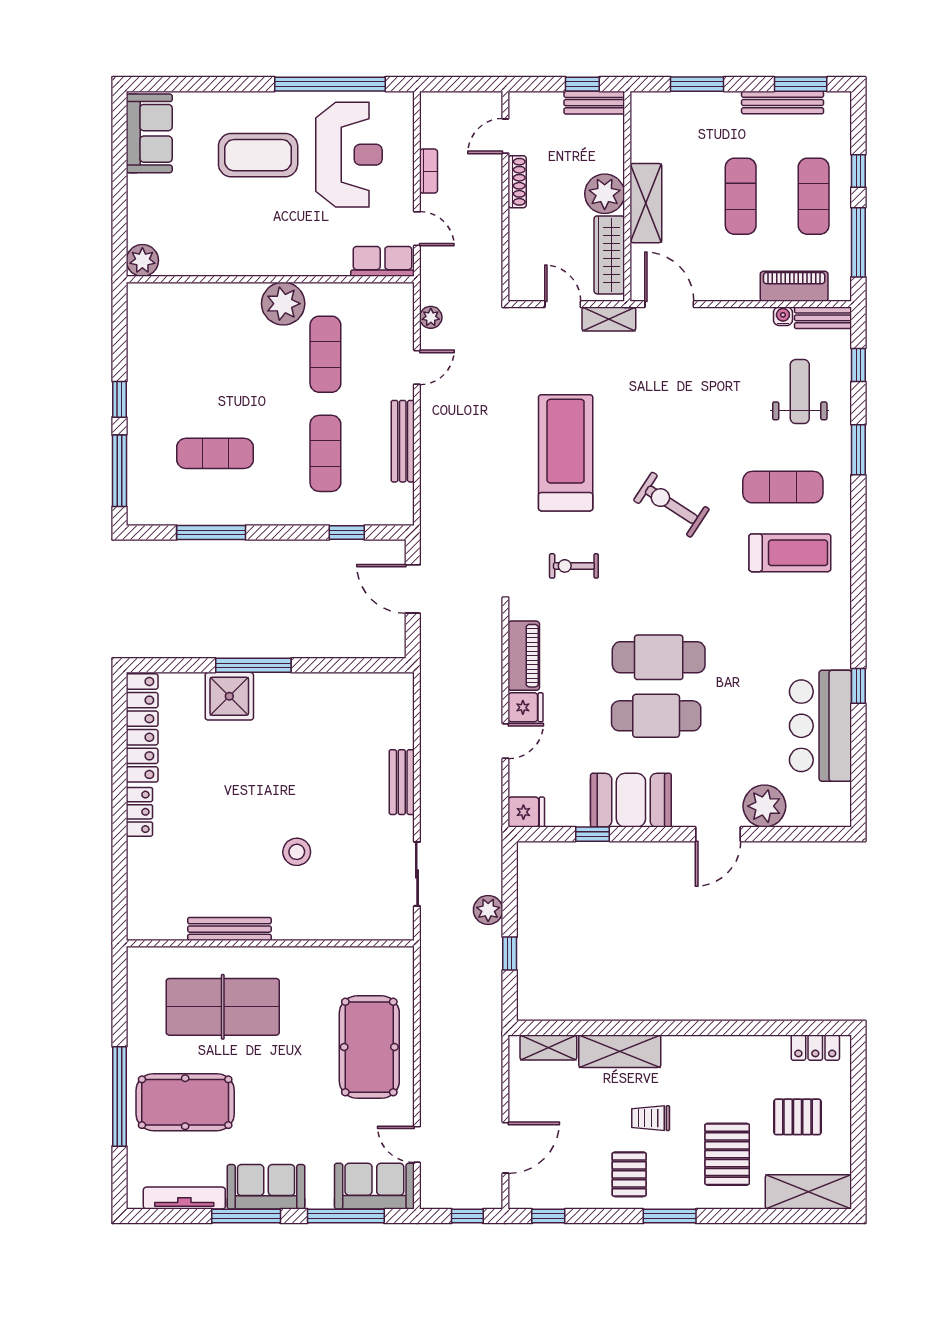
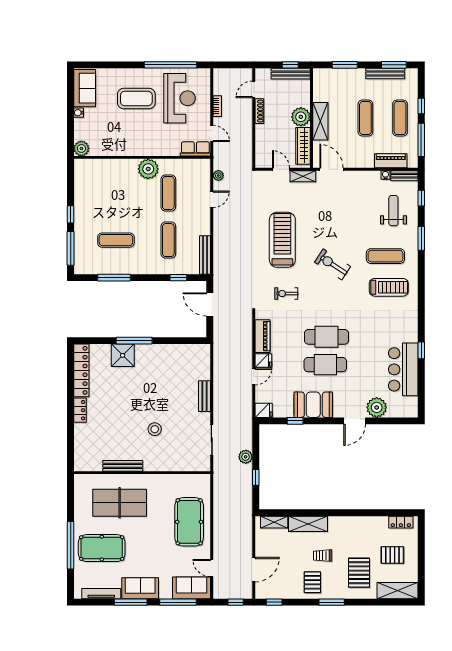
bench: (594, 103) -> (291, 74), width x1.36
water cooler: (136, 185) -> (79, 113), added
bench: (403, 441) -> (205, 255), moved

